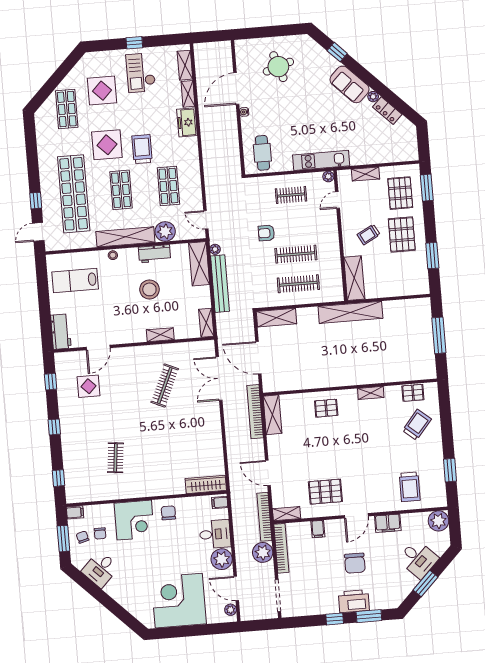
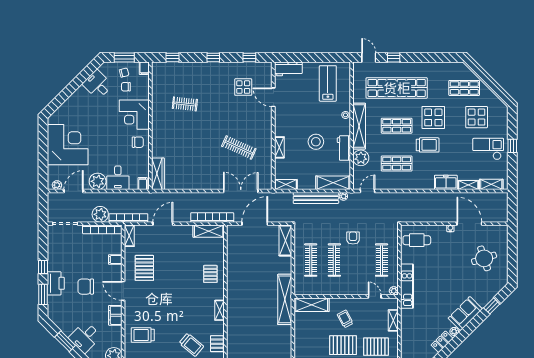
clothes rail: (291, 195) -> (382, 260), width x1.36

